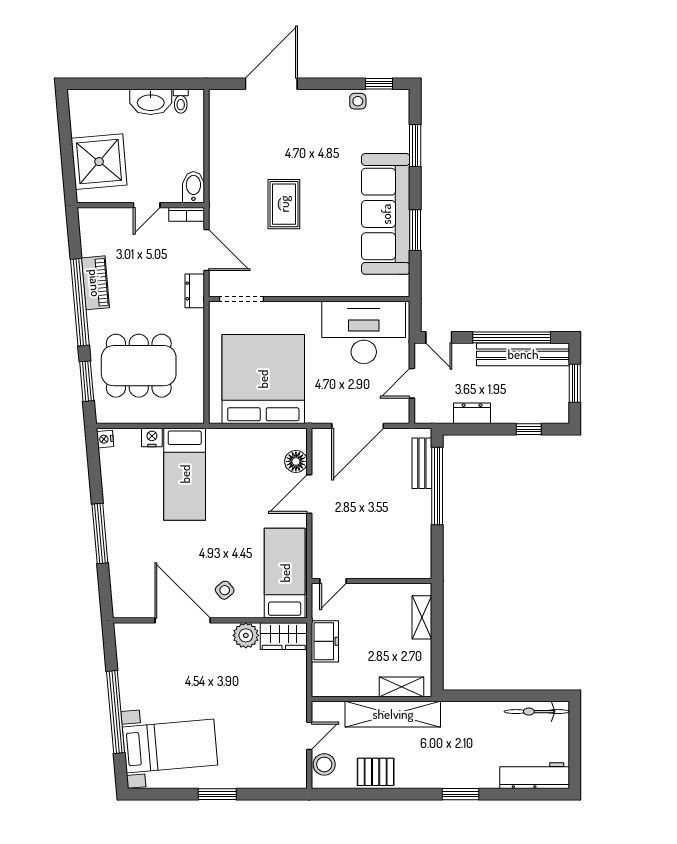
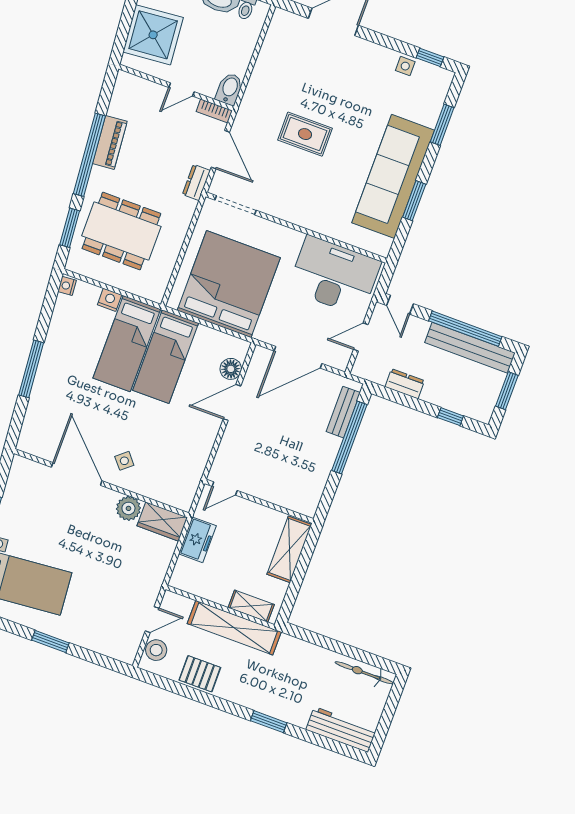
rug: (284, 204) -> (305, 134), turned 90
bed: (285, 573) -> (166, 357), moved, turned 180
shelving: (422, 617) -> (289, 549), width x1.50, depth x1.33

